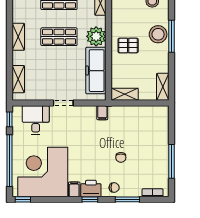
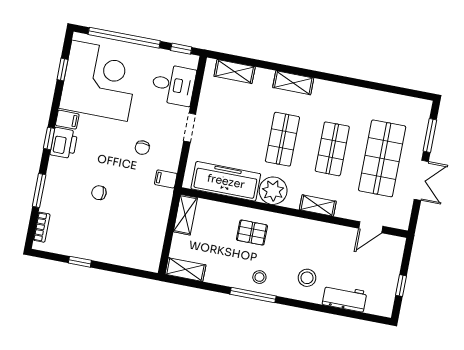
stool: (158, 34) -> (259, 277), width x0.53, depth x0.53
pallet: (128, 45) -> (252, 233), turned 90
window: (171, 161) -> (80, 262), width x0.46
chair: (114, 188) -> (142, 148), moved
window: (23, 199) -> (62, 69), moved

